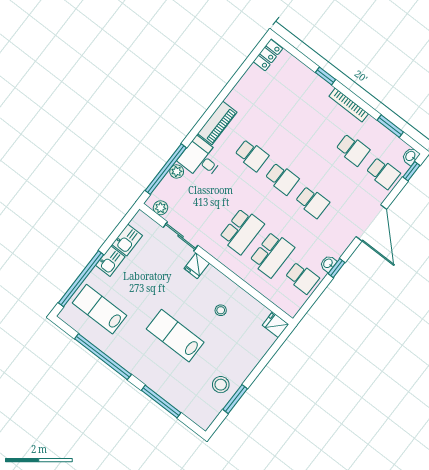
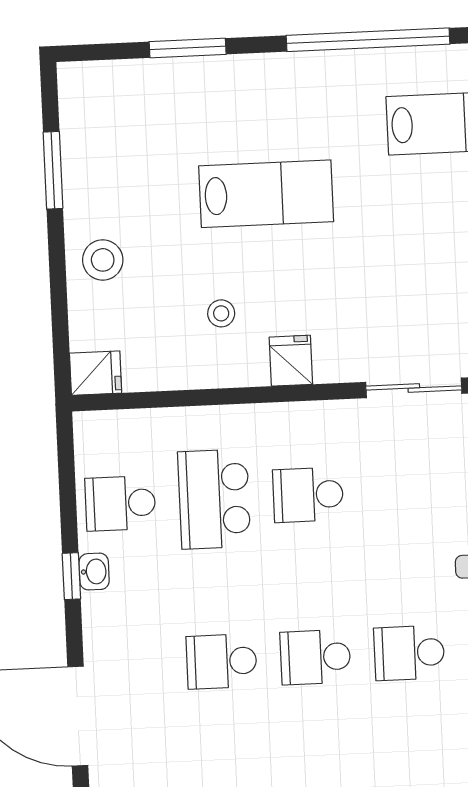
school desk: (242, 231) -> (308, 495), width x0.54
fridge: (197, 266) -> (291, 361), moved
stool: (221, 385) -> (103, 260), moved
window: (161, 402) -> (188, 48), width x0.69

